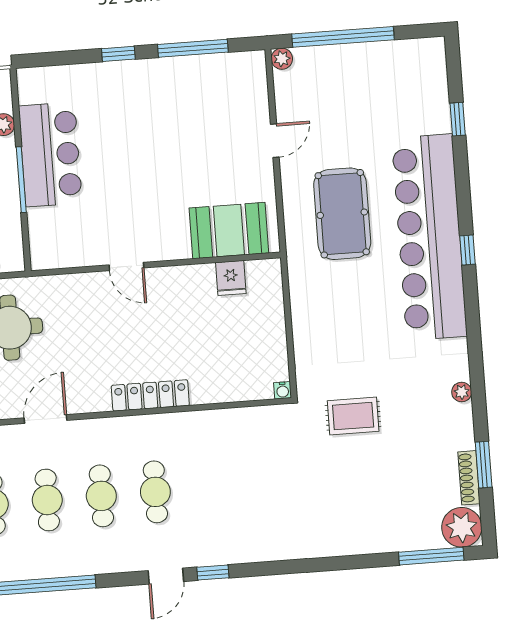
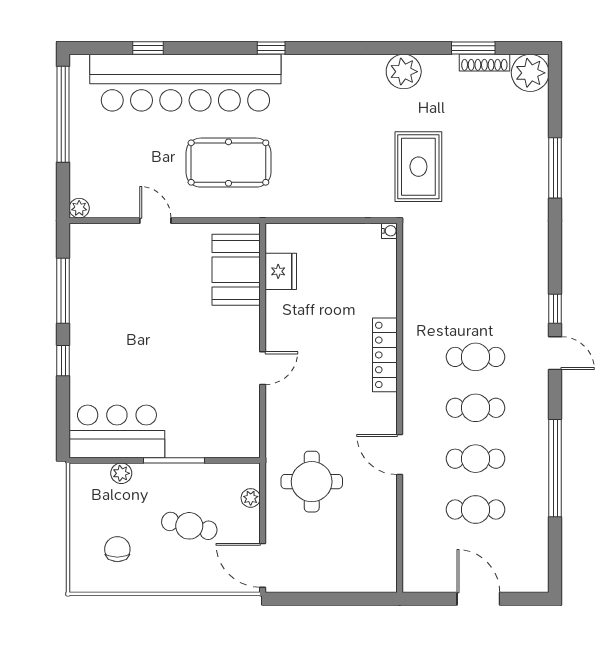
window: (343, 37) -> (63, 114), moved
bar counter: (50, 154) -> (117, 431), moved
bar counter: (429, 237) -> (185, 83), moved
fridge: (231, 278) -> (281, 271), width x1.38
plant: (462, 392) -> (404, 72), width x1.87, depth x1.87
rug: (353, 416) -> (418, 167), width x1.36, depth x1.43
window: (431, 556) -> (555, 168), moved

